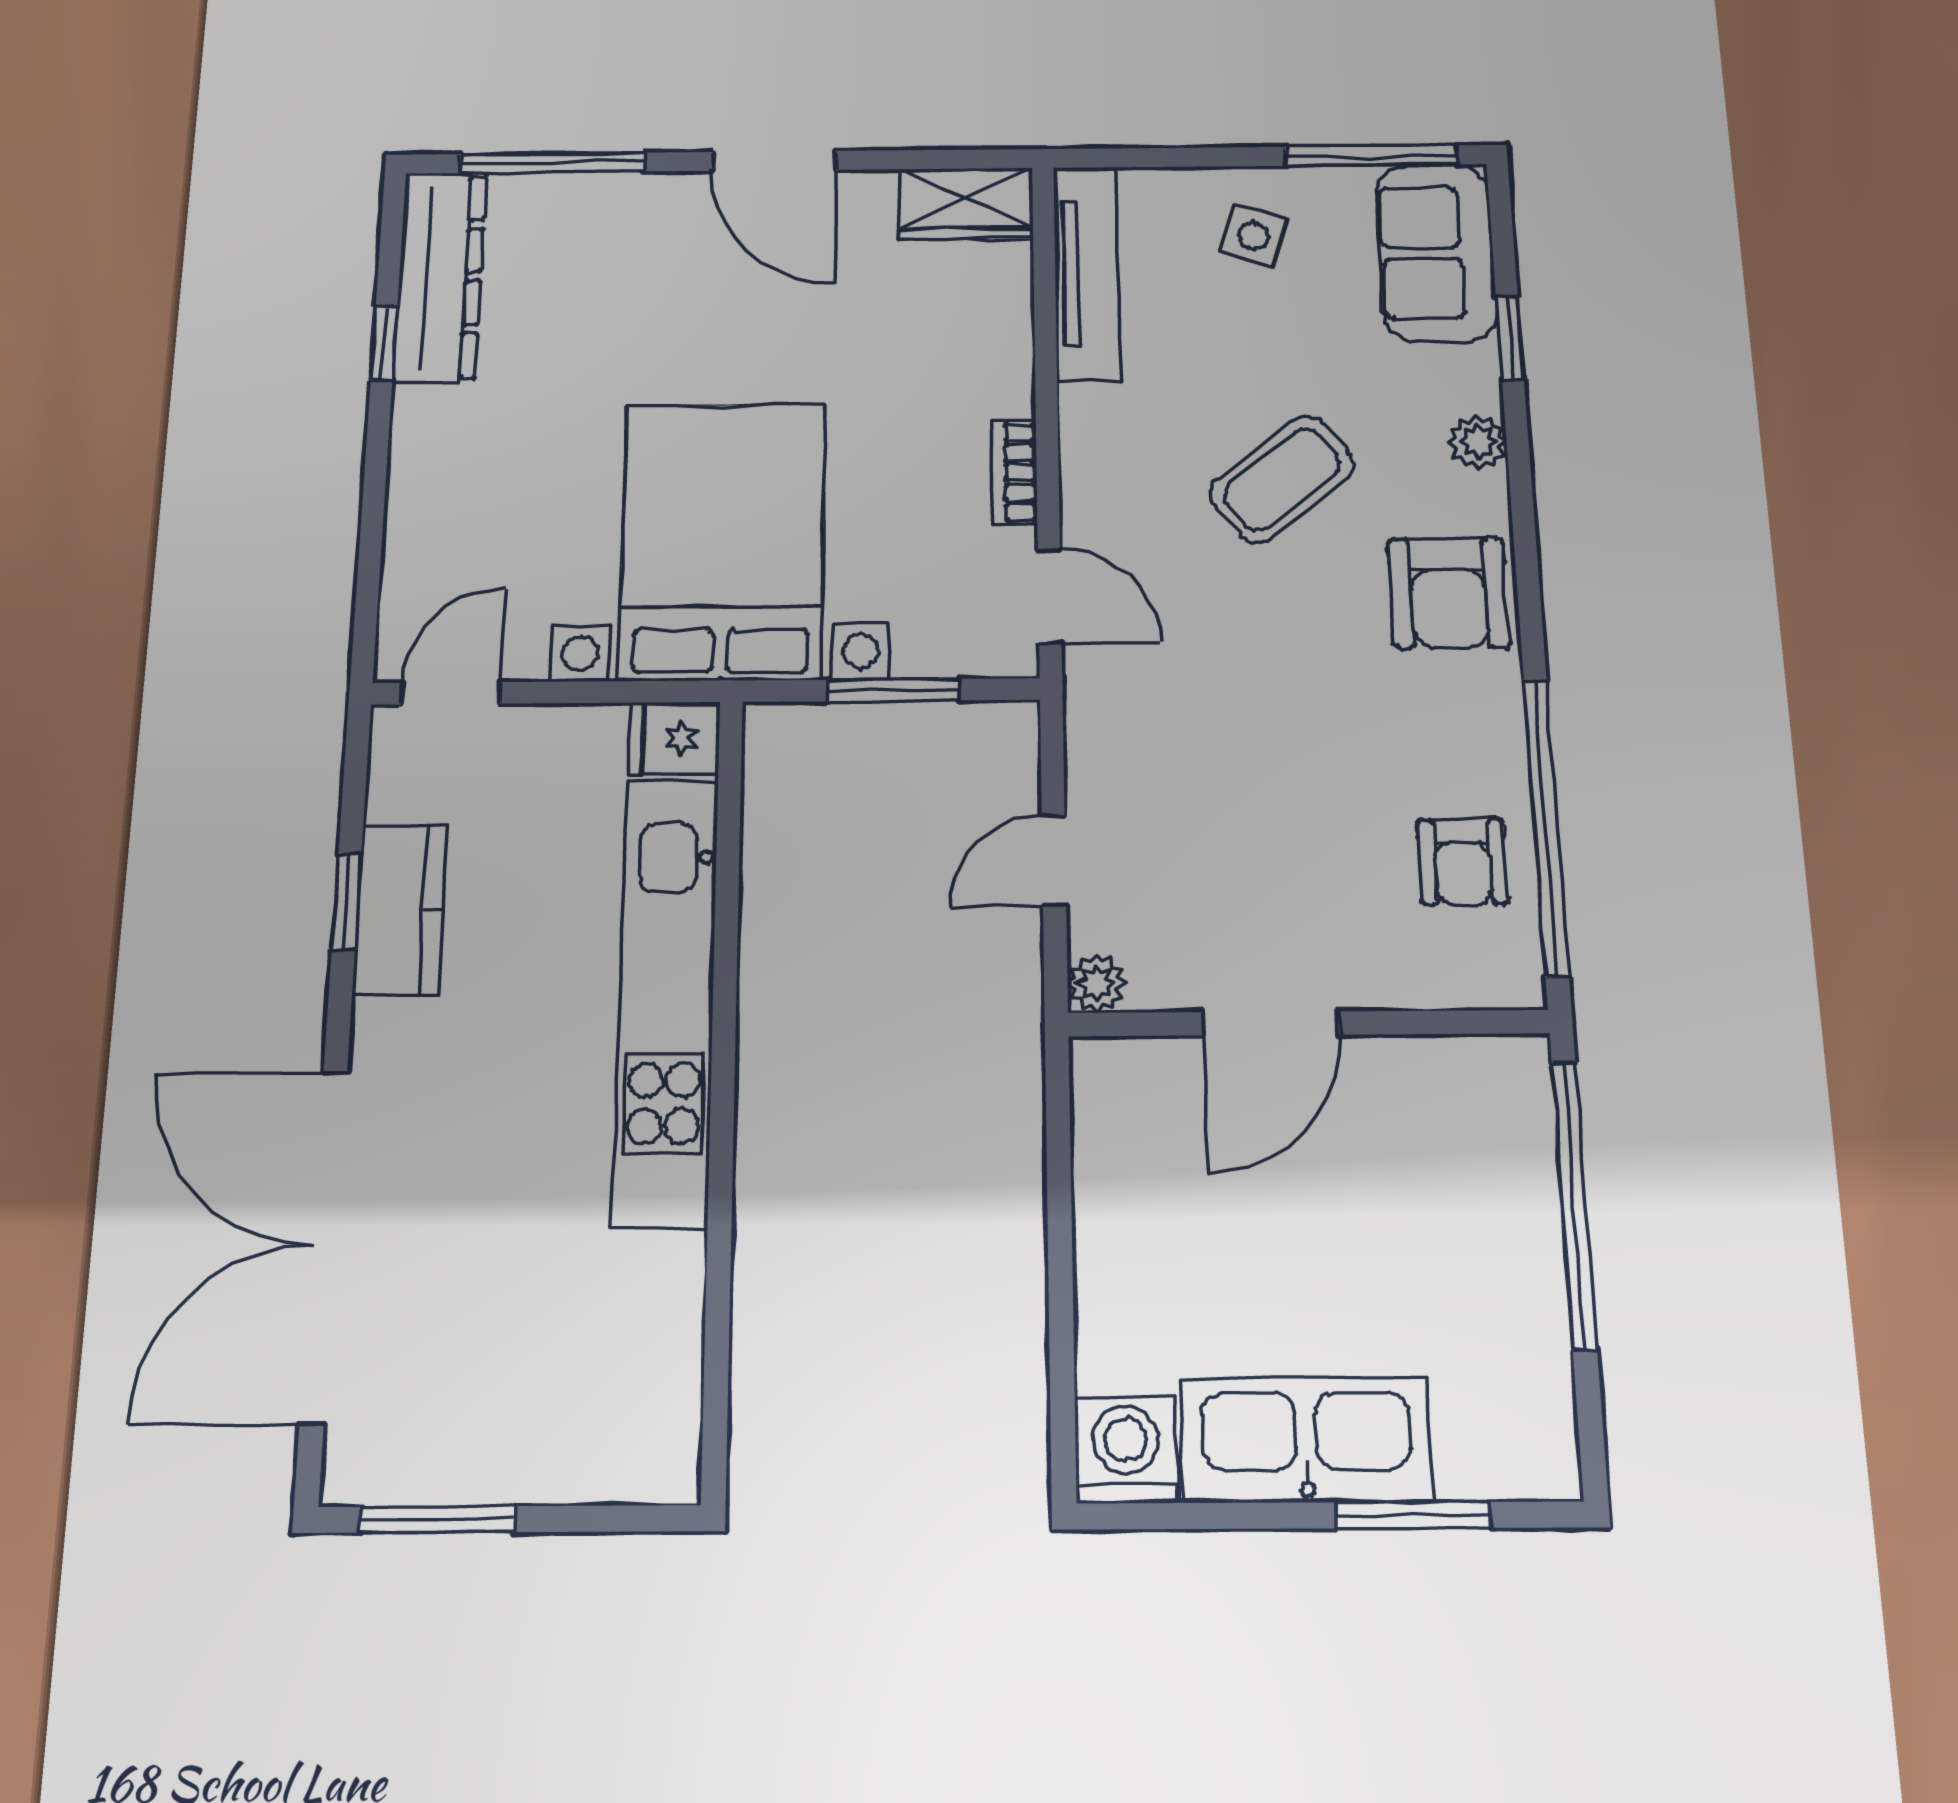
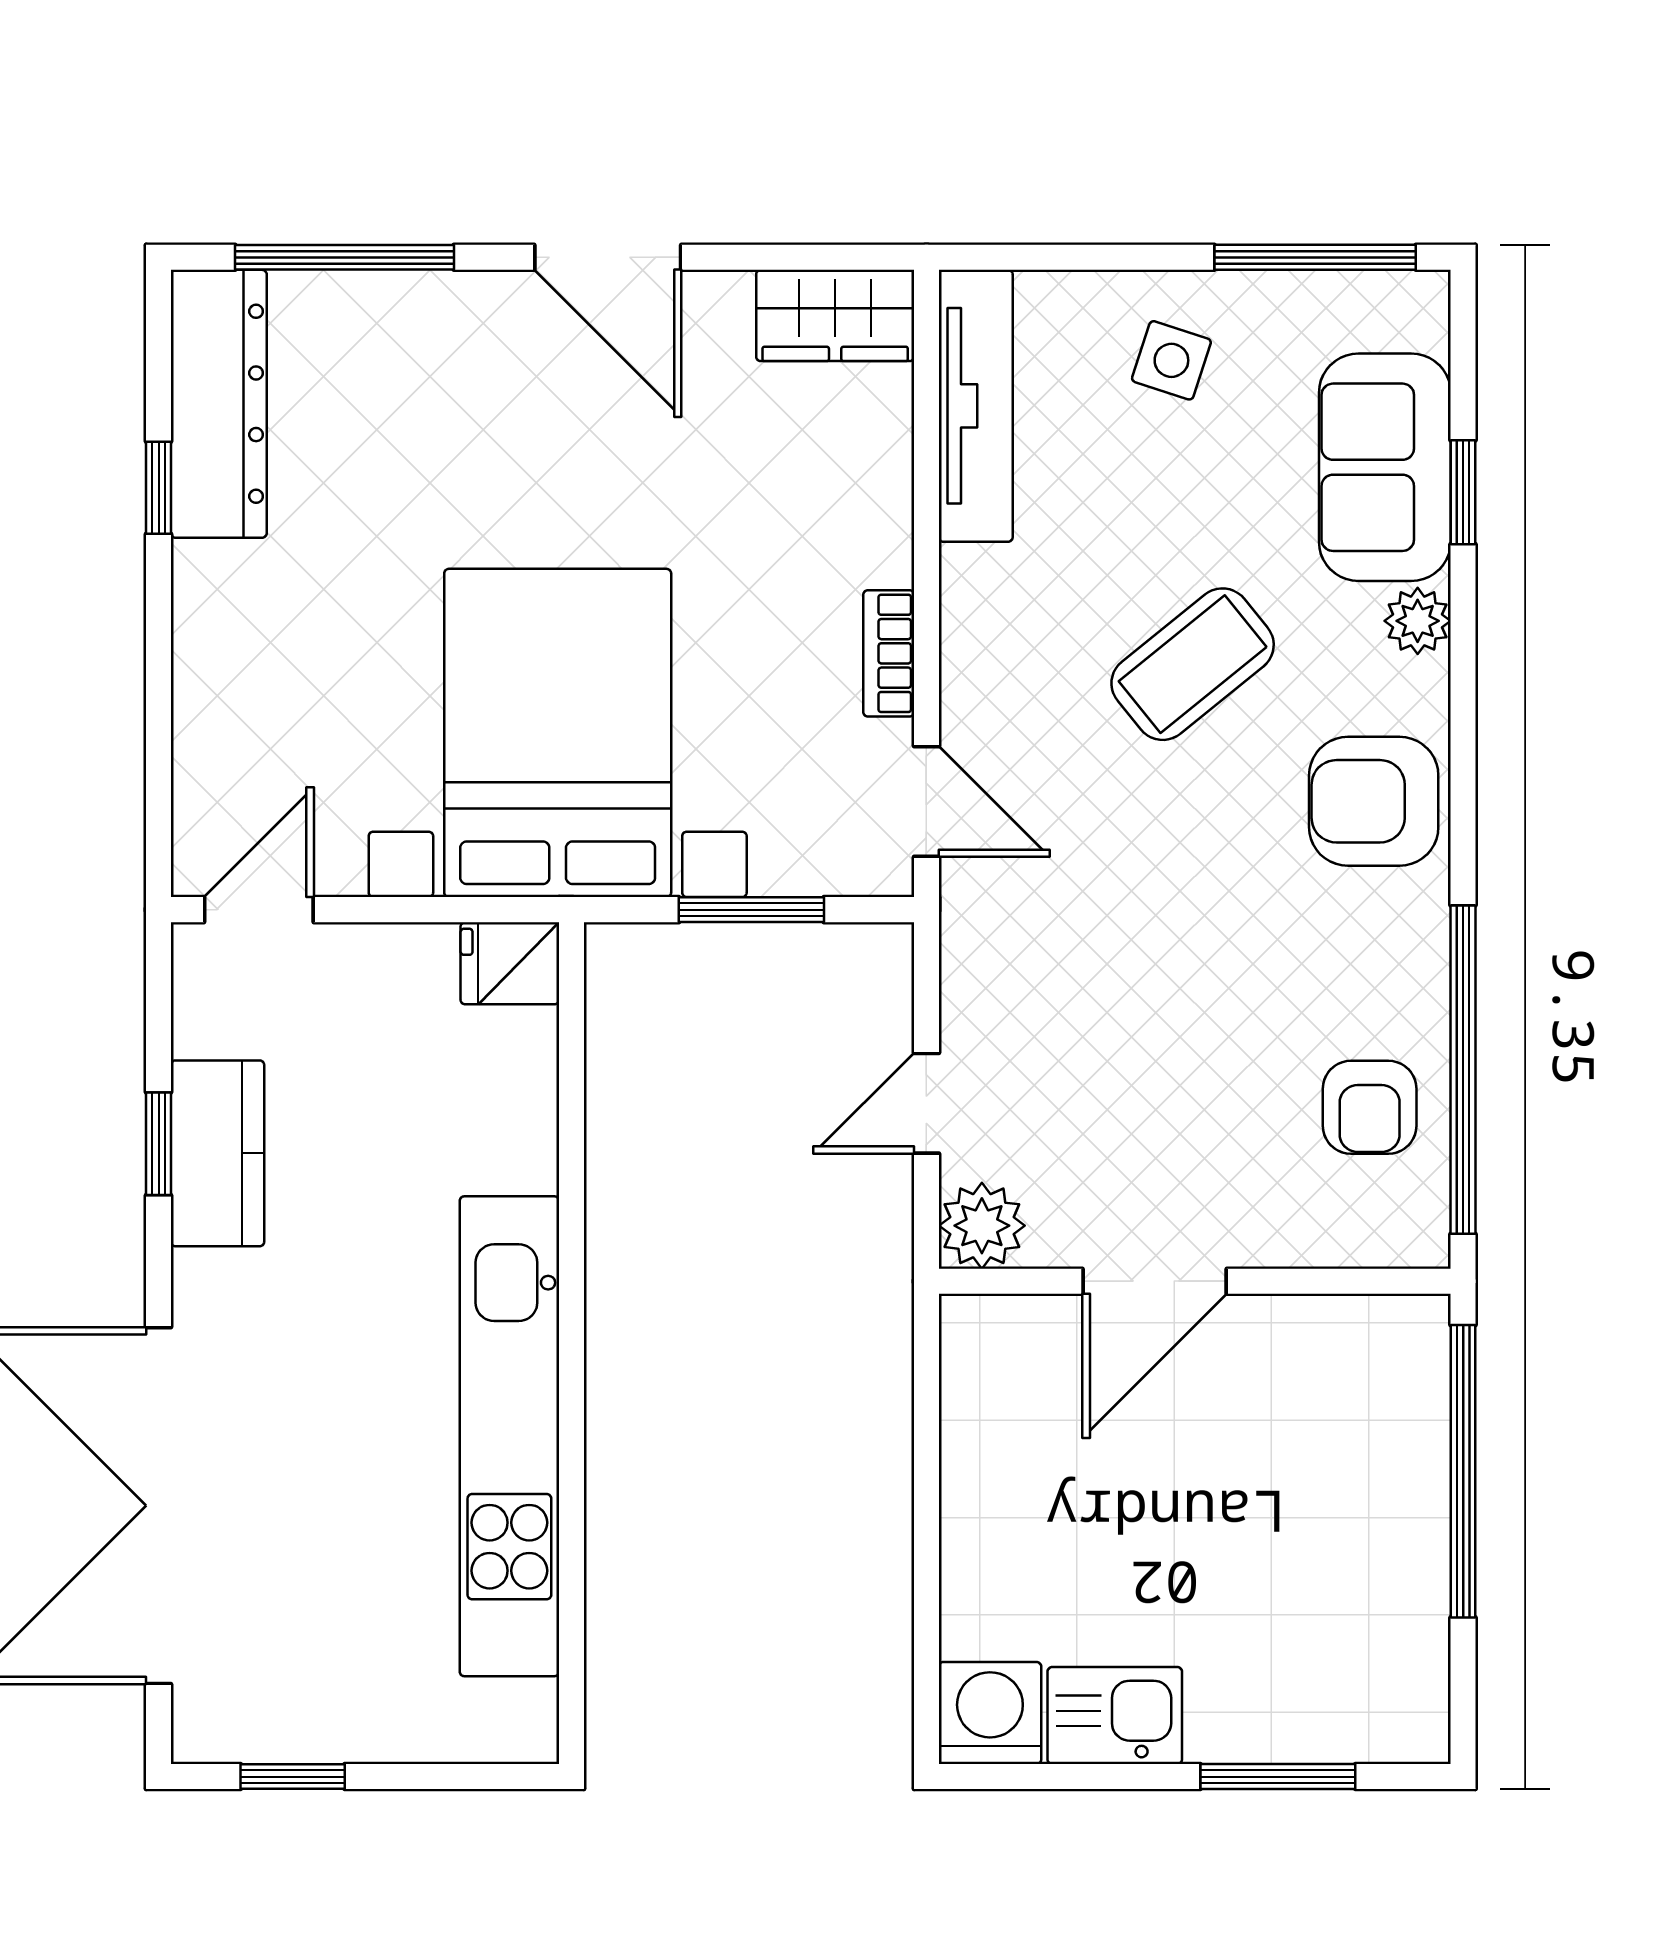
sofa: (1436, 252) -> (1385, 467), moved
armchair: (1449, 593) -> (1374, 801), turned 90
plant: (1097, 983) -> (982, 1226), width x1.38, depth x1.38
kitchen unit: (667, 999) -> (509, 1436), moved
kitchen sink: (1306, 1440) -> (1115, 1716), width x0.53, depth x0.81
window: (438, 1519) -> (293, 1777), width x0.67

